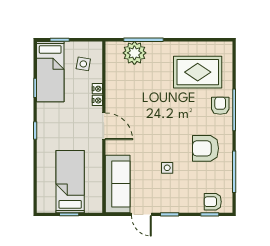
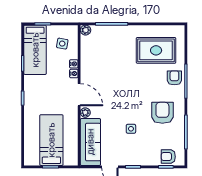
plant: (134, 53) -> (85, 30), moved, width x0.53, depth x0.53
plant: (111, 148) -> (85, 113), added
armchair: (206, 148) -> (162, 113), turned 90

